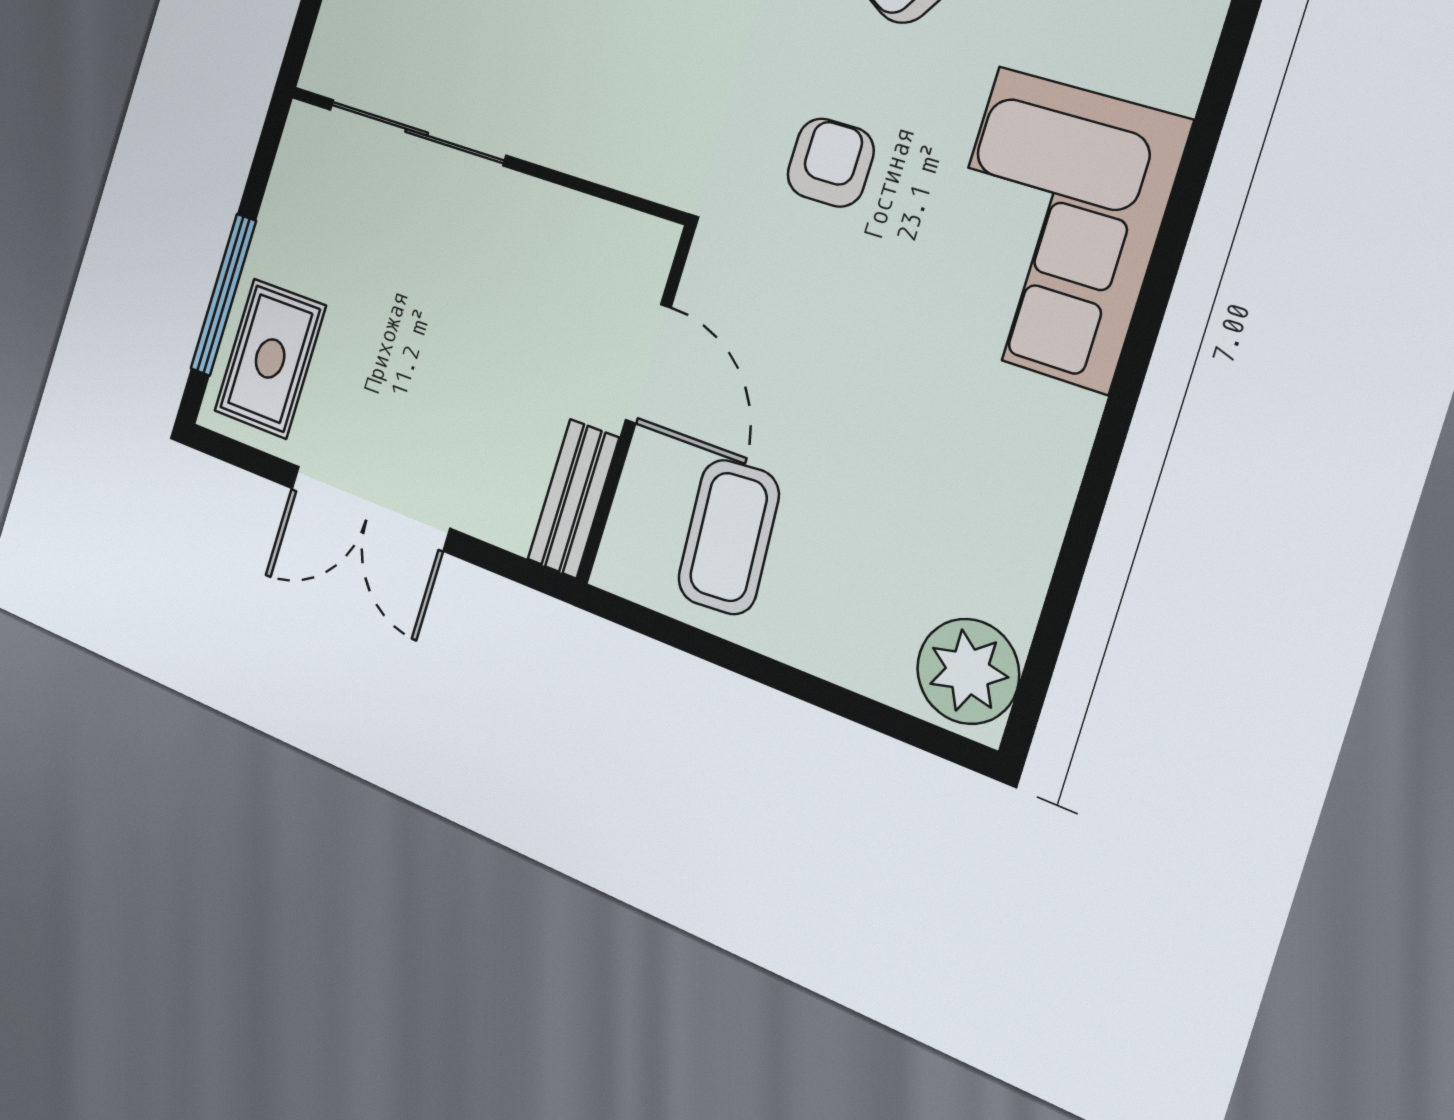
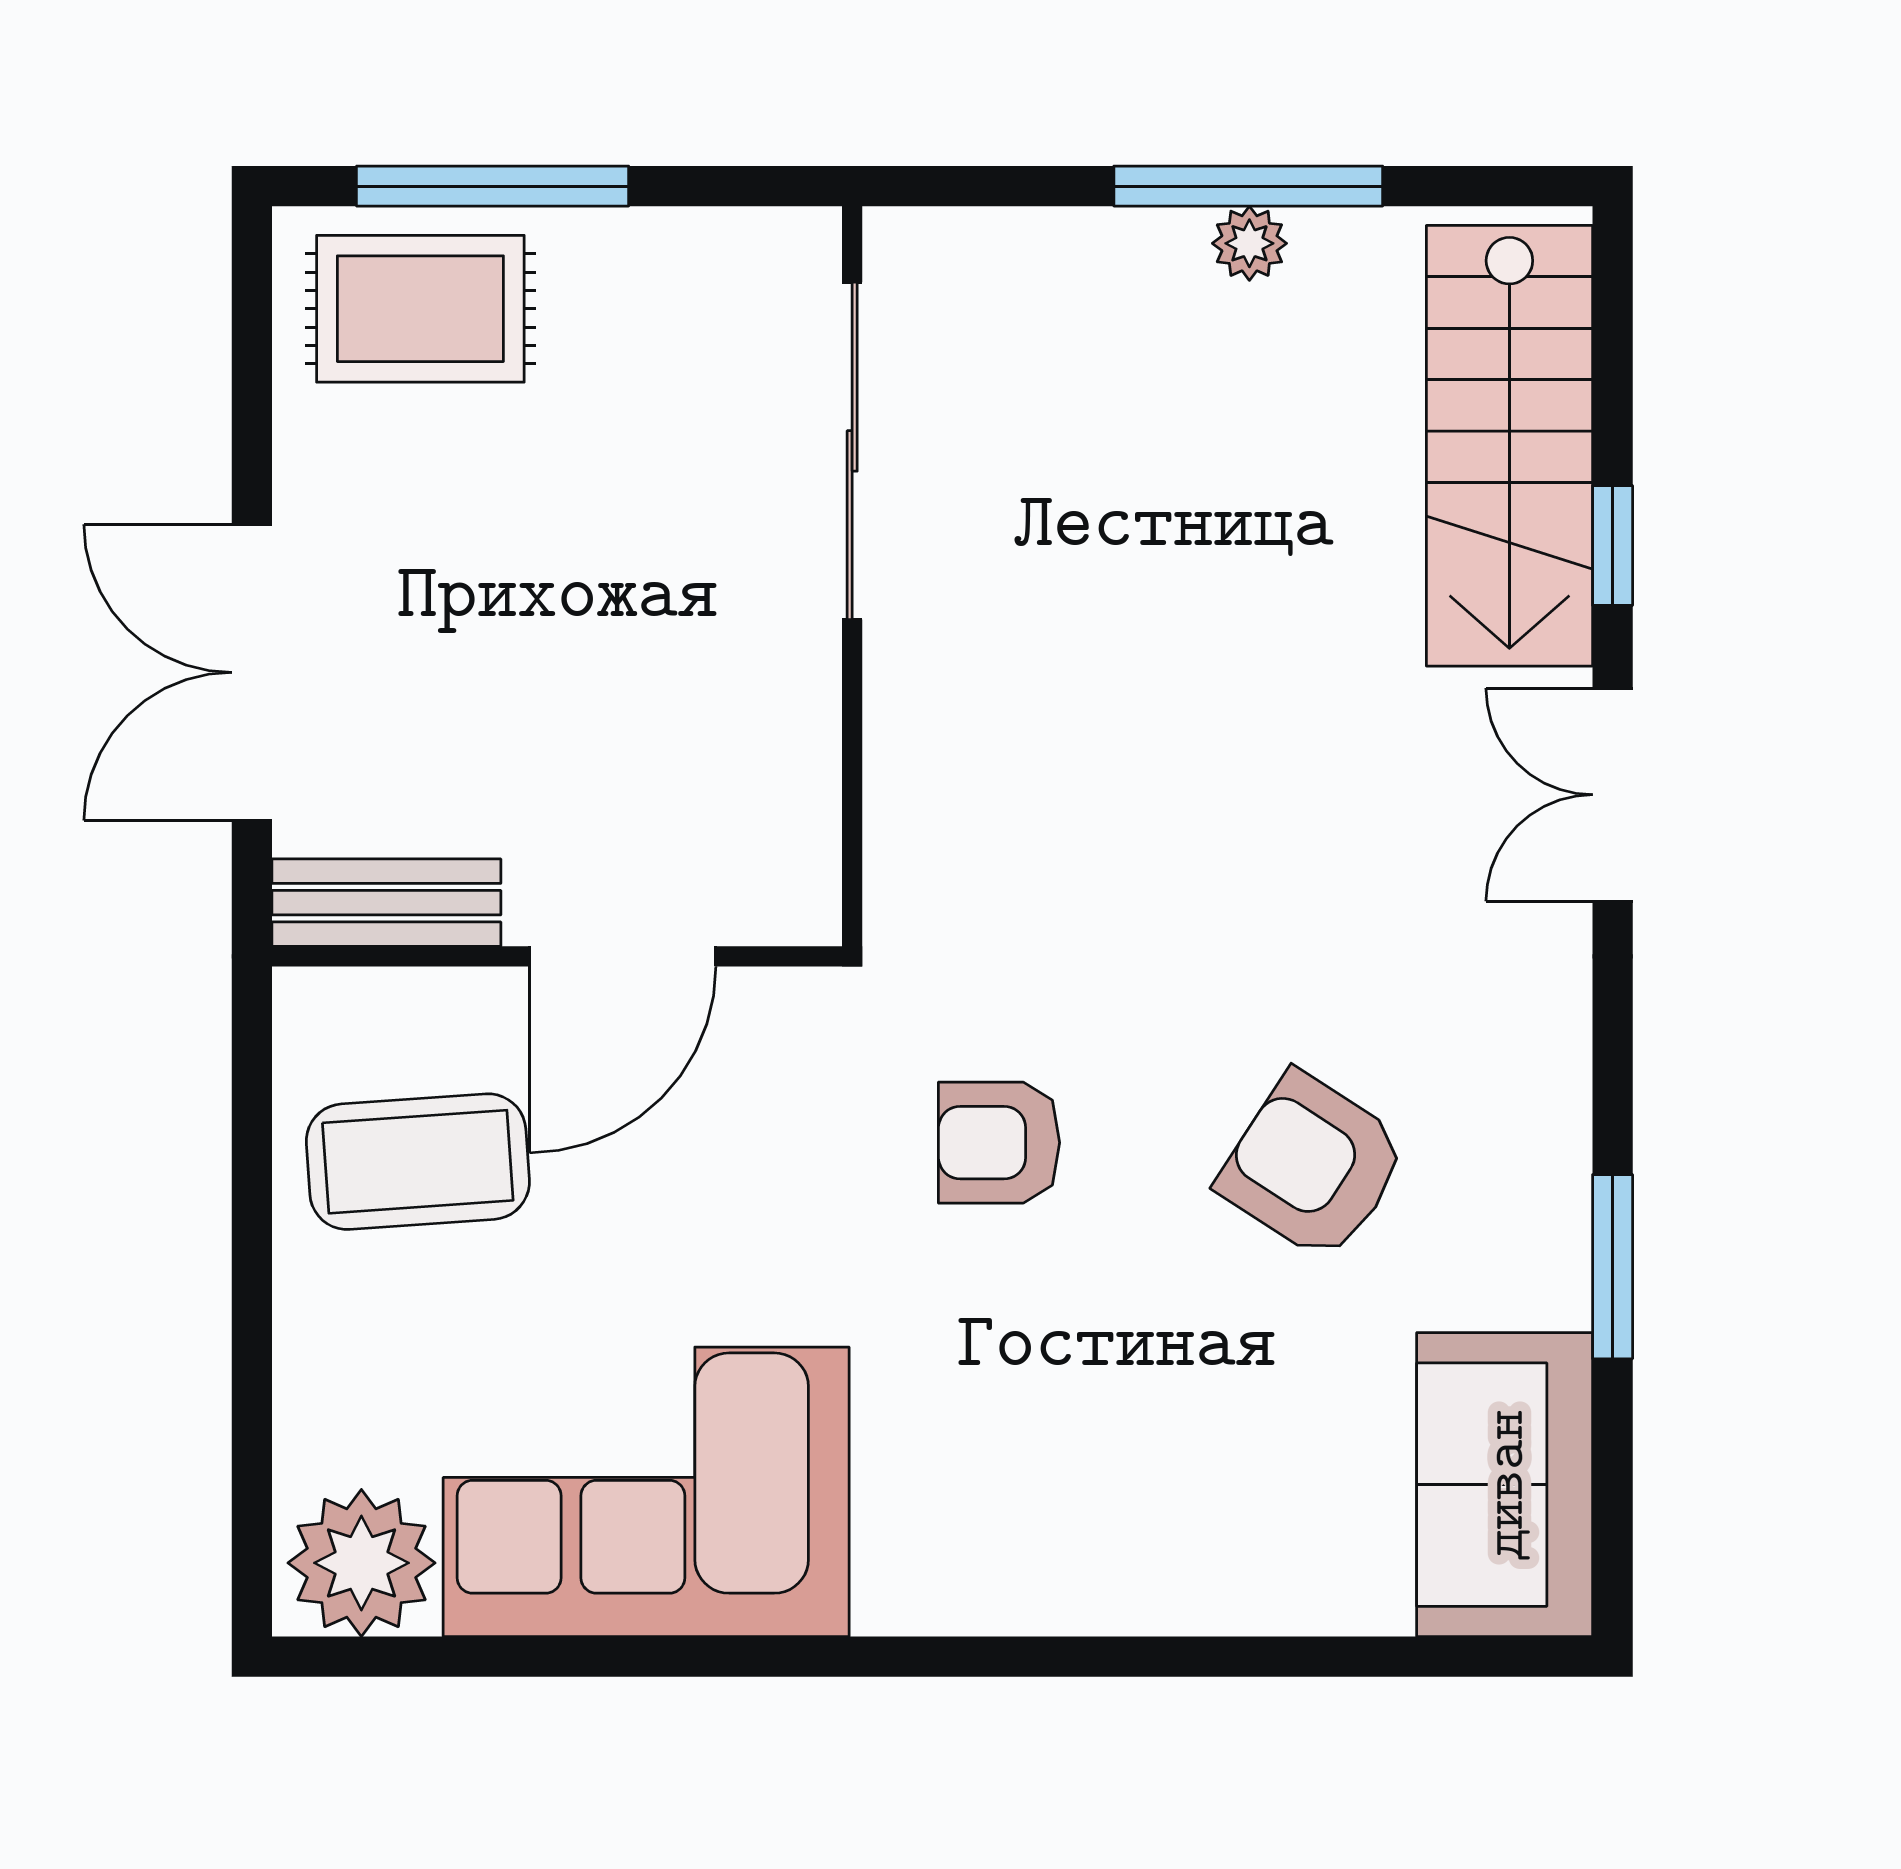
armchair: (831, 163) -> (999, 1143), turned 180
corner sofa: (1053, 228) -> (646, 1492), moved
double door: (370, 508) -> (252, 672), moved

